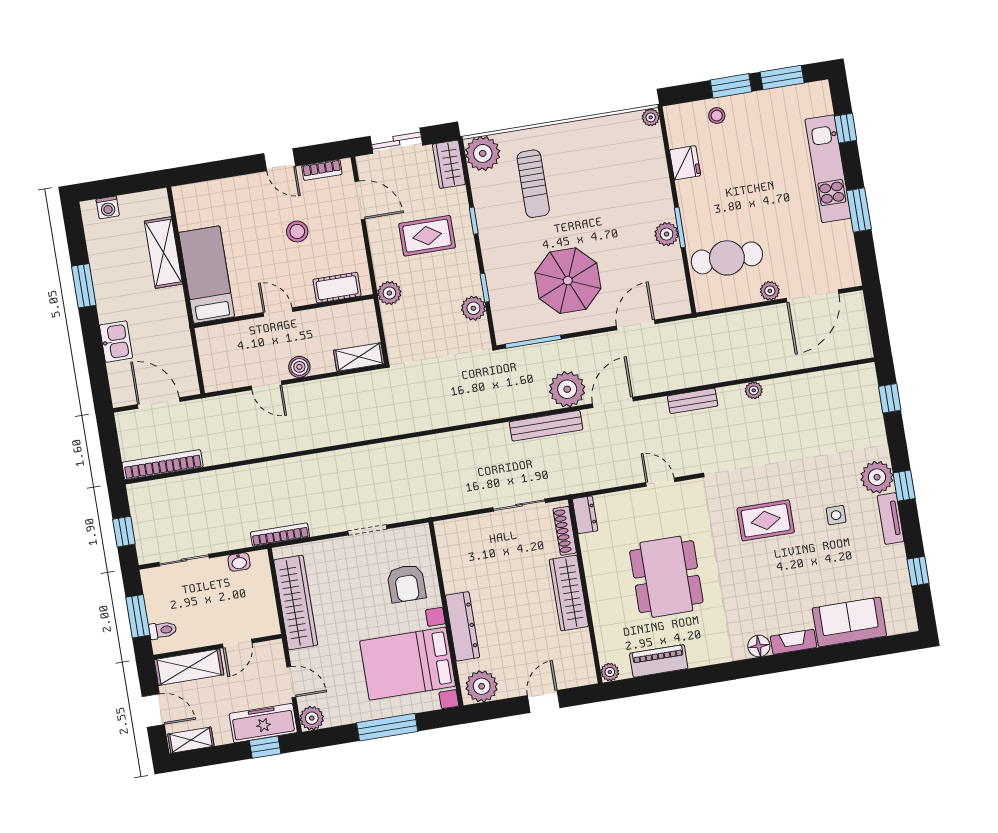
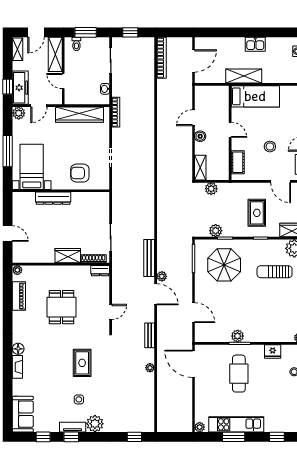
kitchen unit: (828, 169) -> (236, 424), moved
door: (360, 200) -> (281, 181), hinge flipped
shelving: (163, 253) -> (244, 76), moved
cafe table: (727, 258) -> (239, 374), moved
parasol: (568, 281) -> (224, 265), moved
window: (84, 286) -> (260, 32), removed
plant: (770, 291) -> (200, 427), moved
plant: (389, 293) -> (211, 189), moved
door: (813, 296) -> (193, 364), moved
door: (278, 312) -> (230, 130), hinge flipped
kitchen sink: (116, 342) -> (255, 44), moved
plant: (567, 389) -> (162, 276), width x0.53, depth x0.53
window: (904, 486) -> (71, 437), moved
dining table: (666, 577) -> (62, 307), width x0.73
wardrobe: (569, 593) -> (68, 256), width x0.67
sofa: (849, 622) -> (23, 414), moved
bed with nightstands: (408, 664) -> (32, 167), width x0.73
plant: (482, 686) -> (21, 203), removed

